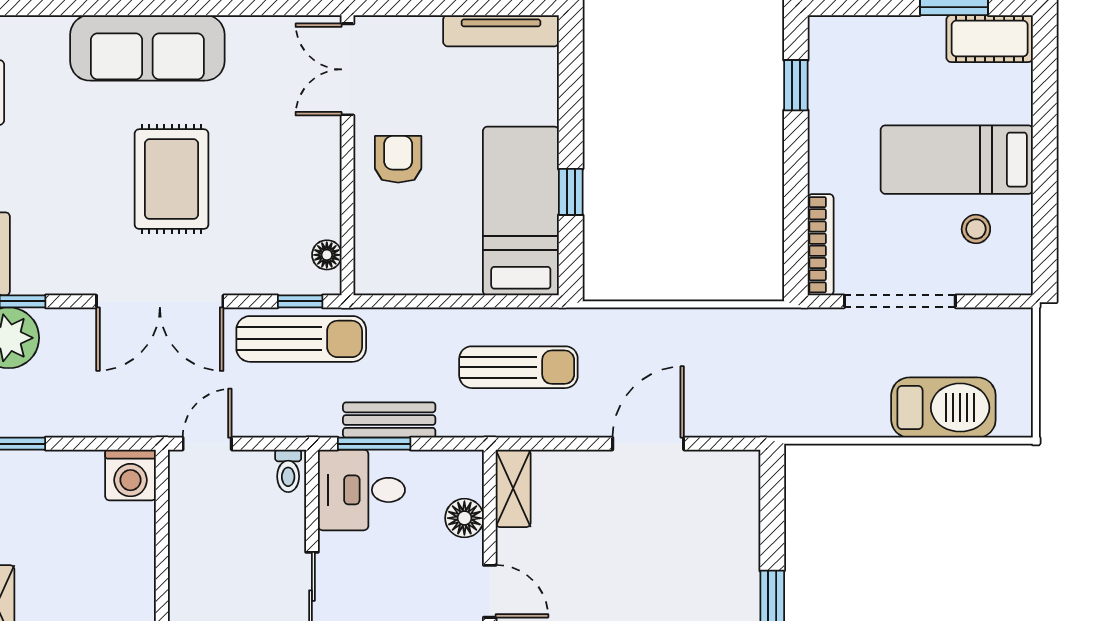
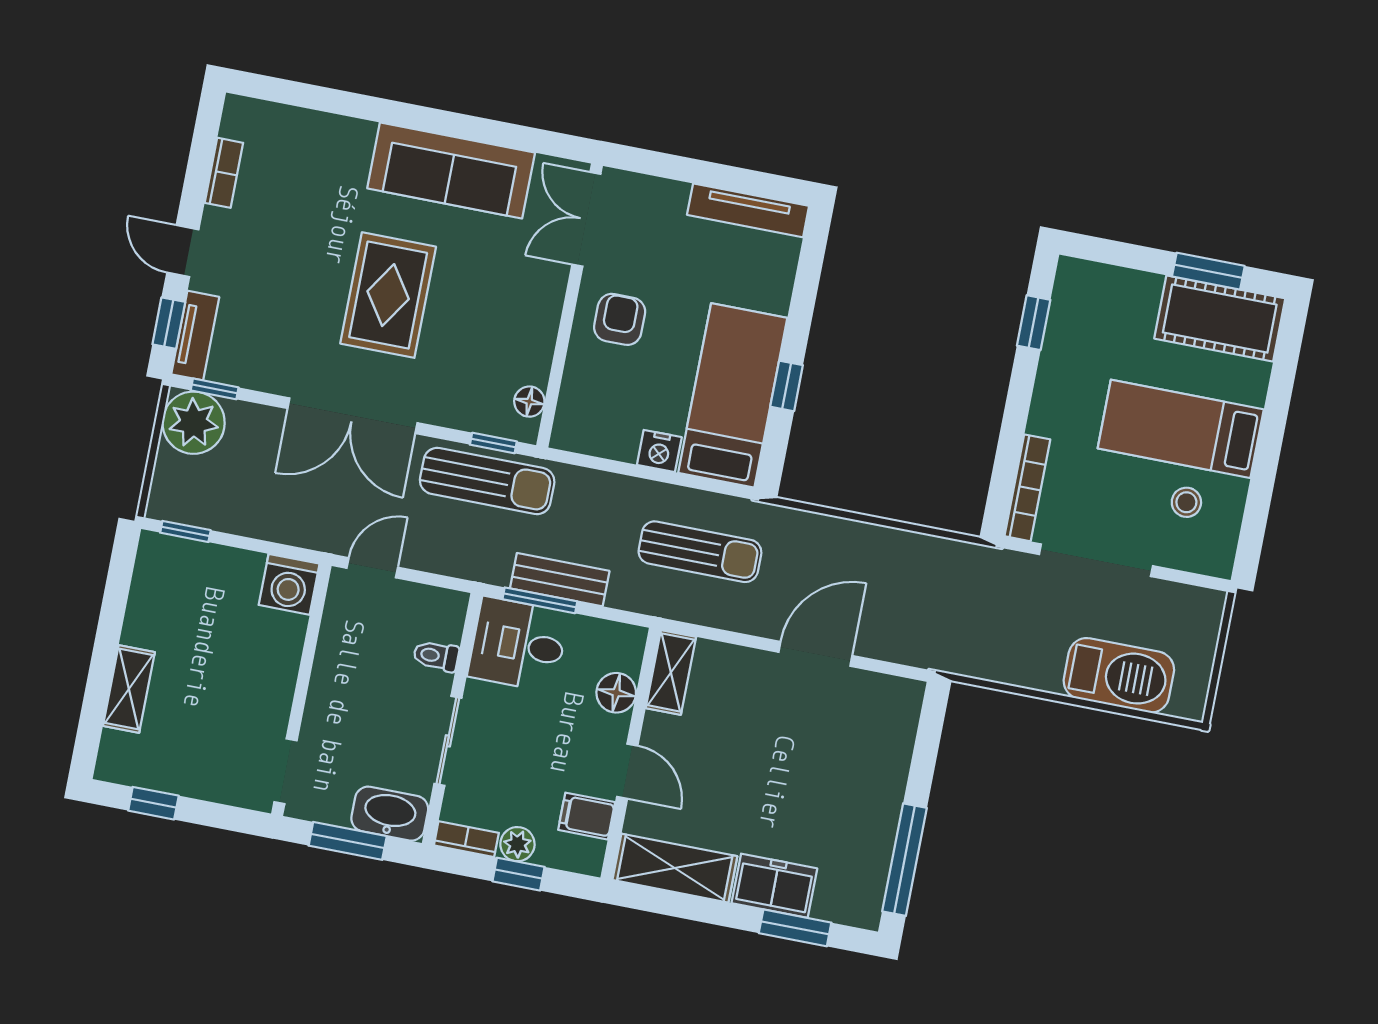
cot: (990, 39) -> (1220, 319), width x1.37, depth x1.34
sofa: (147, 48) -> (451, 171), moved
nightstand: (461, 278) -> (659, 451), added
toilet: (288, 471) -> (436, 656), moved, turned 90

